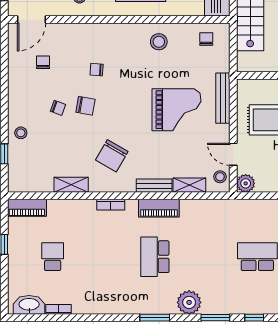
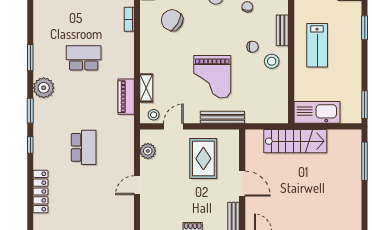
chair: (206, 39) -> (253, 47), moved
plant: (246, 183) -> (148, 151), moved
bench: (154, 186) -> (282, 30), moved
piano: (159, 208) -> (126, 97), moved

